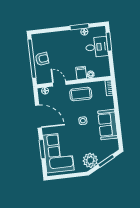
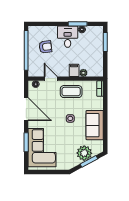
desk: (97, 47) -> (68, 37), moved, turned -90
armchair: (42, 59) -> (45, 47), moved
plant: (90, 160) -> (84, 153), moved

